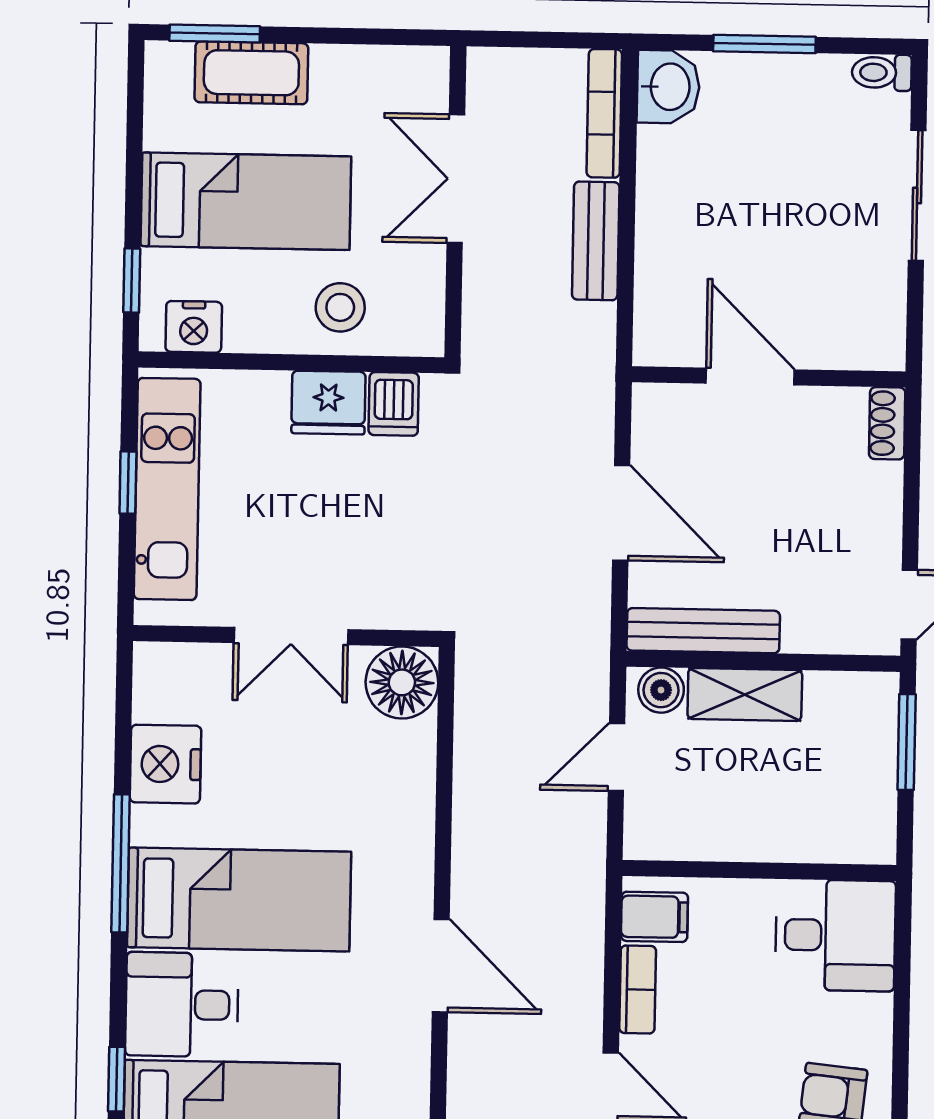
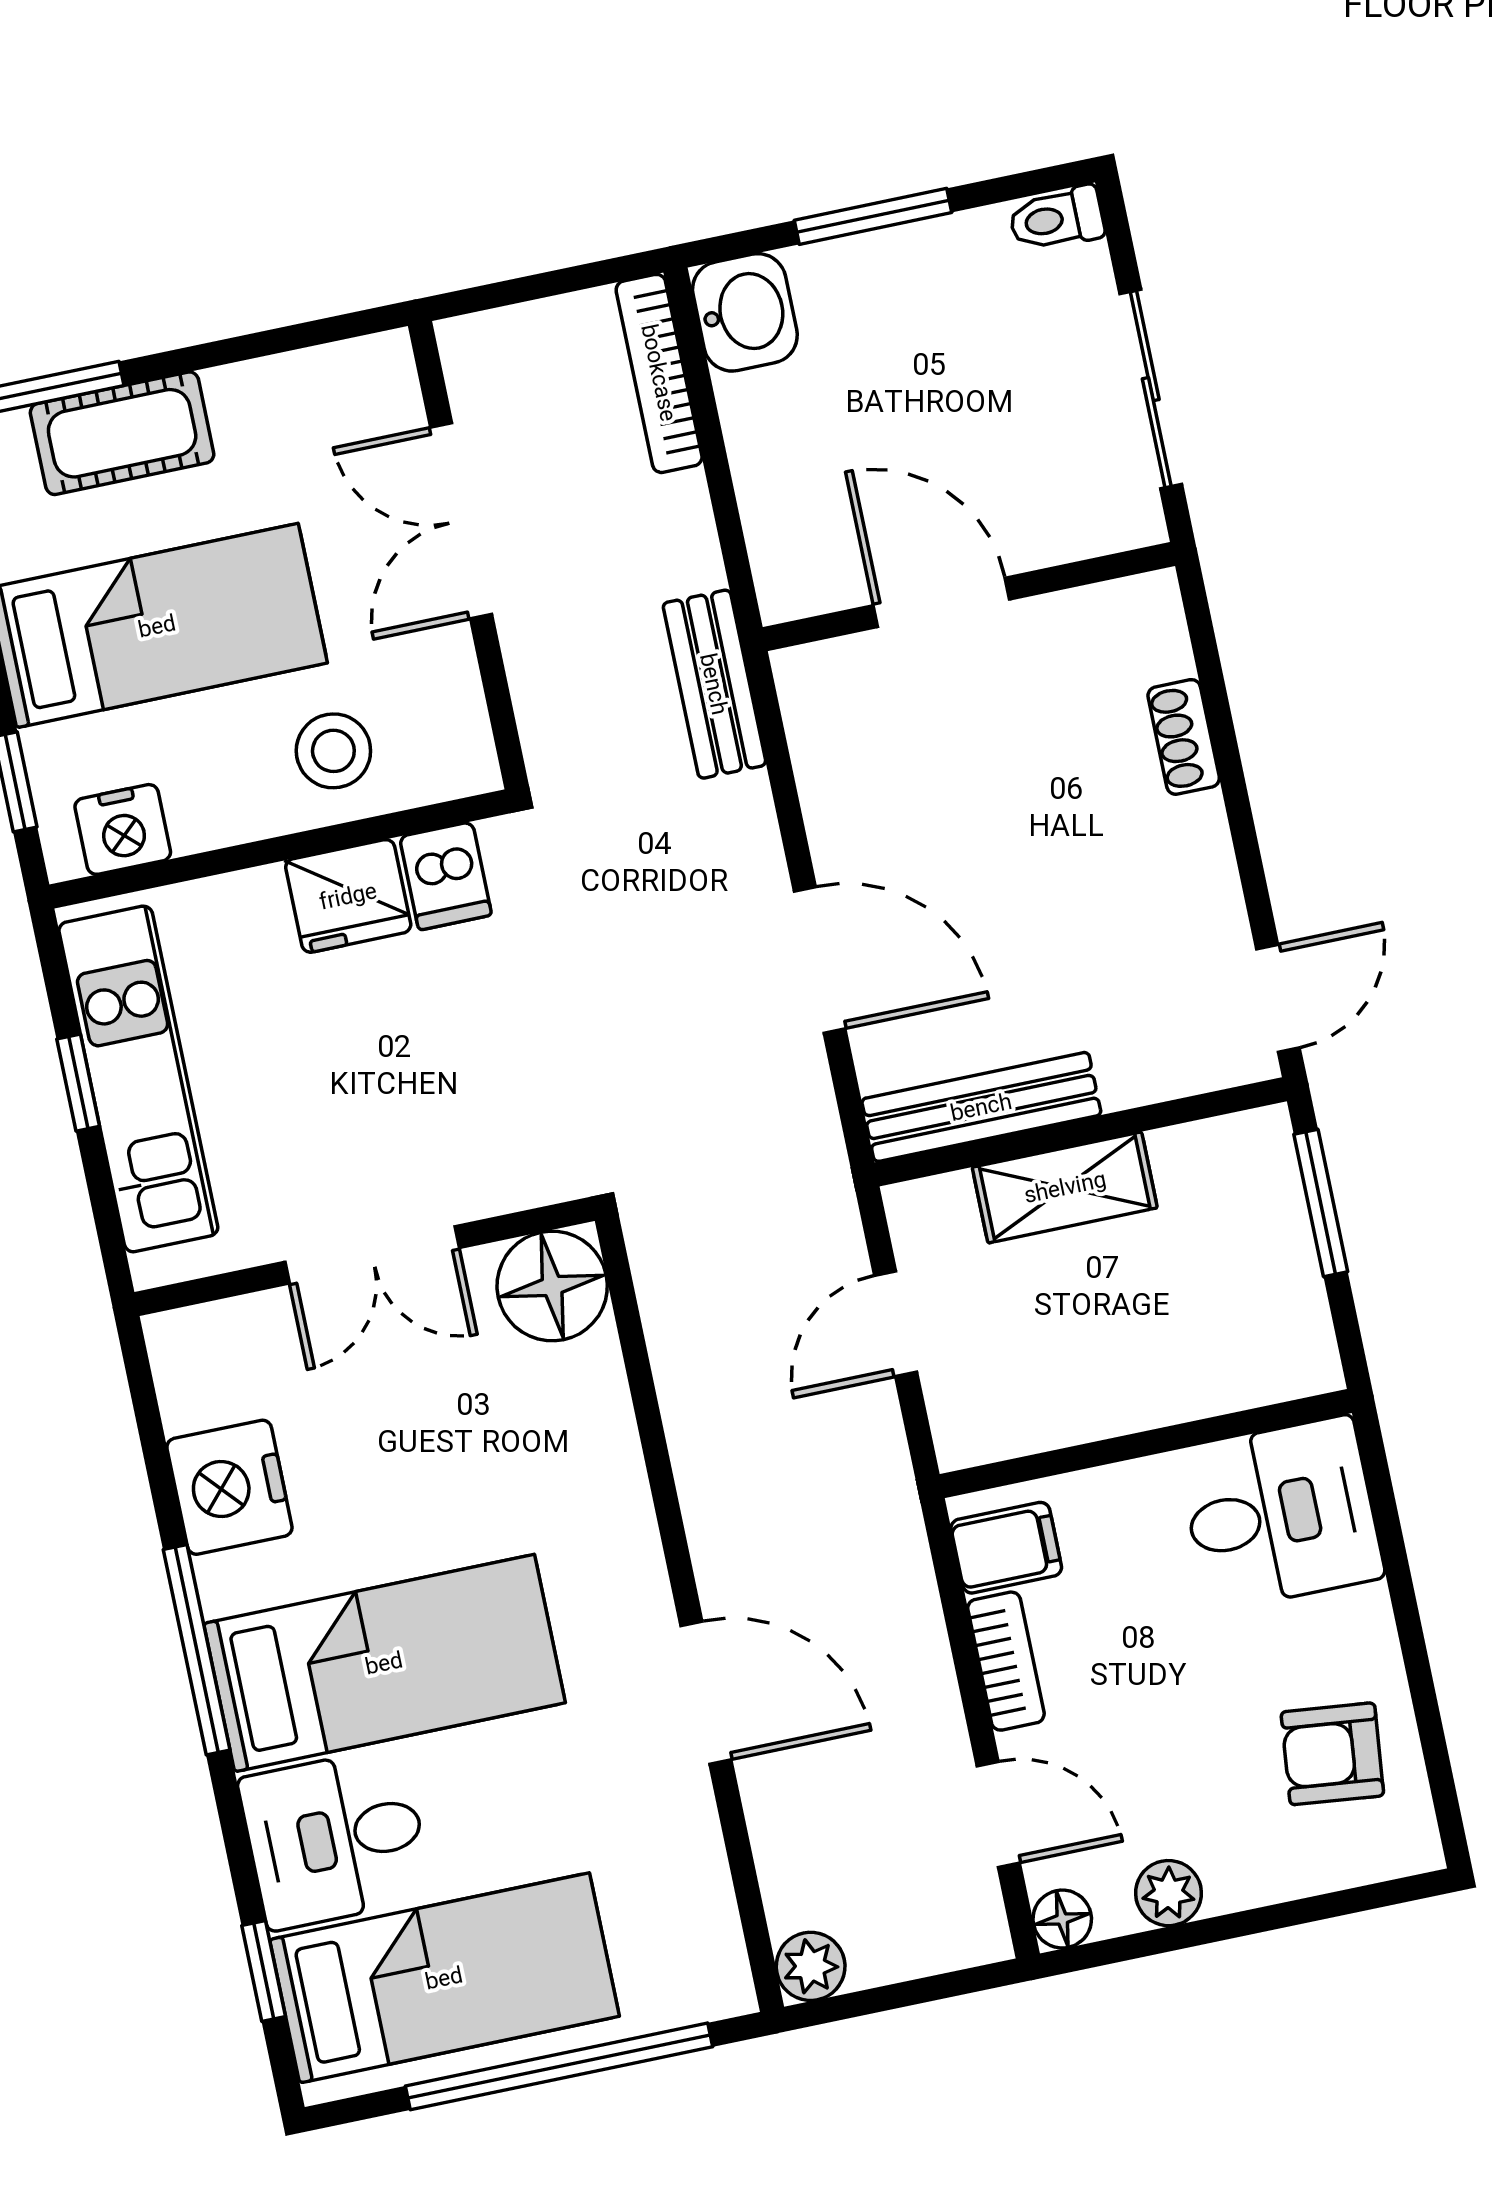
bench: (596, 241) -> (714, 684), moved
door: (750, 377) -> (941, 602), moved
wall: (769, 377) -> (969, 597), moved
boiler: (661, 690) -> (939, 1209), removed

